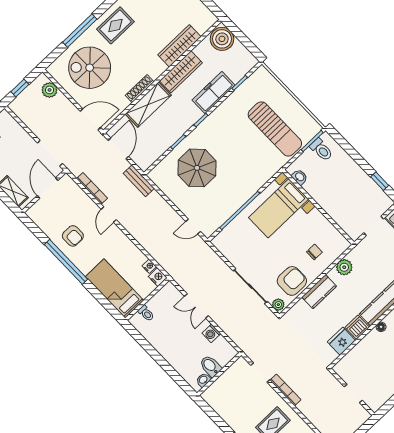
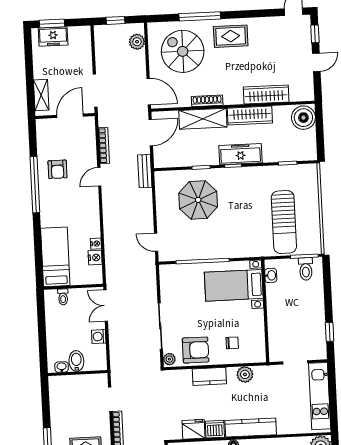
freezer: (213, 93) -> (241, 154), moved
bed: (115, 289) -> (55, 257), moved
wall: (147, 299) -> (73, 287), moved
toilet: (146, 313) -> (63, 297), moved

